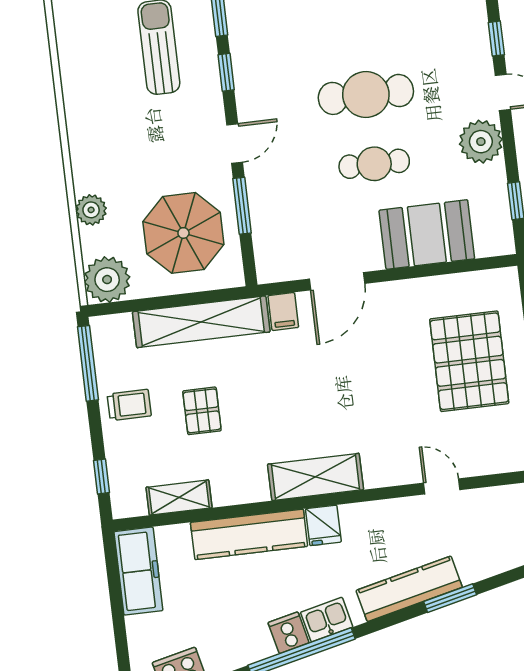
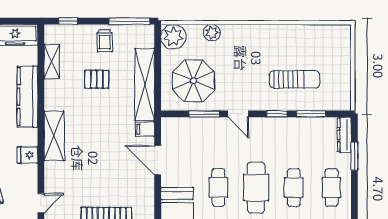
cafe table: (358, 25) -> (294, 187), added
fridge: (323, 525) -> (28, 155), moved

